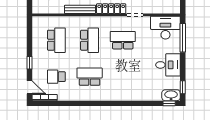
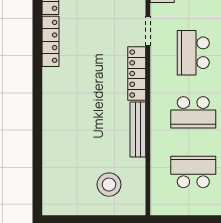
school desk: (90, 40) -> (193, 112), turned 180

